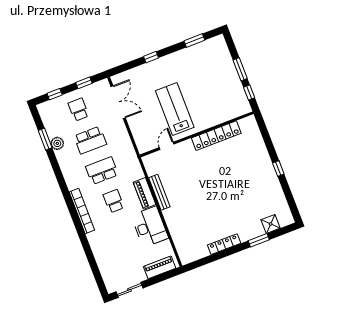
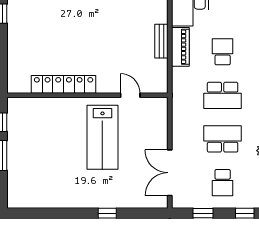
window: (194, 40) -> (45, 213), removed
door: (167, 146) -> (130, 95), swing flipped
bench: (159, 192) -> (161, 41), width x0.73
school desk: (114, 201) -> (223, 52), turned 180

